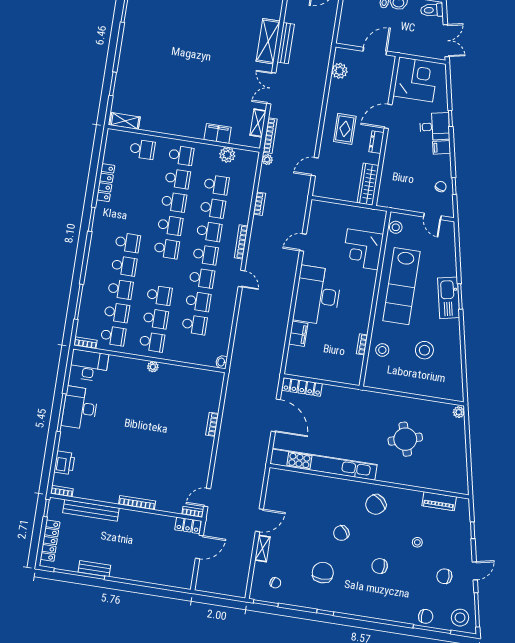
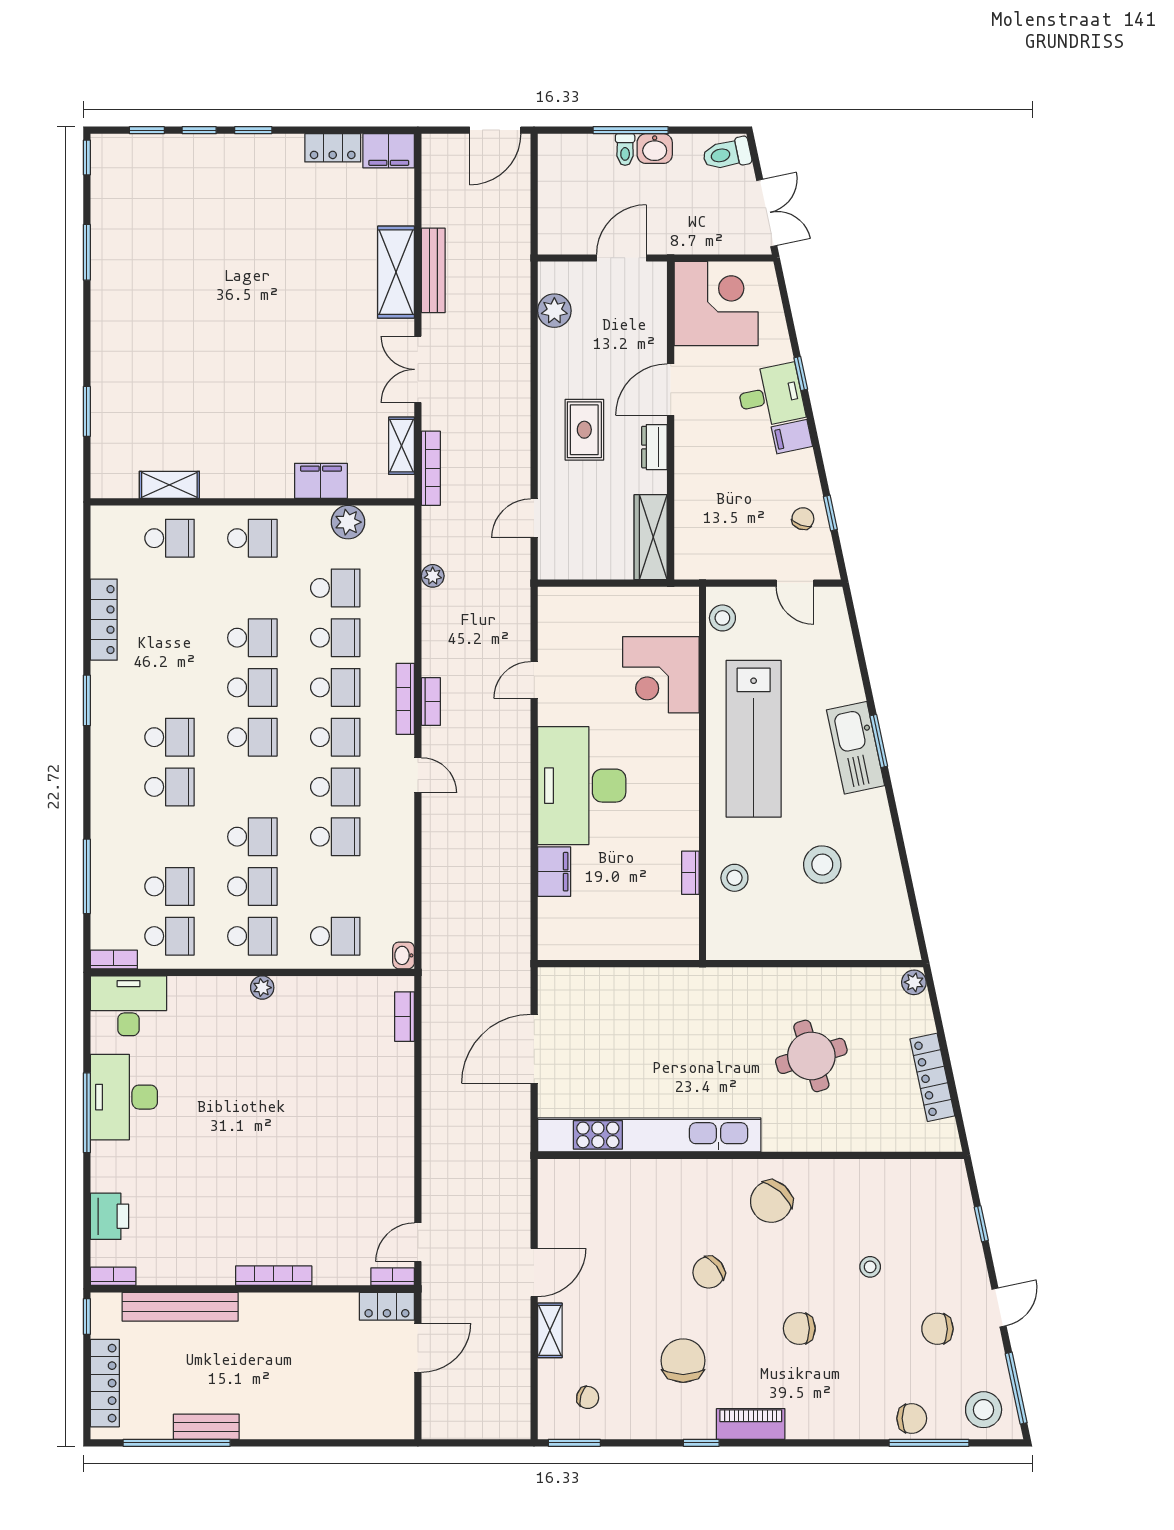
shelving: (125, 121) -> (169, 485), moved
plant: (267, 160) -> (433, 576), moved
school desk: (178, 179) -> (252, 588), removed
bookcase: (259, 204) -> (431, 702), moved
school desk: (120, 289) -> (169, 837), removed
school desk: (195, 325) -> (335, 936), moved
locker: (302, 387) -> (932, 1077), moved, turned 78
door: (276, 415) -> (534, 1049), swing flipped
bookcase: (212, 424) -> (405, 1017), moved
piano: (439, 501) -> (751, 1424), moved, turned 180

